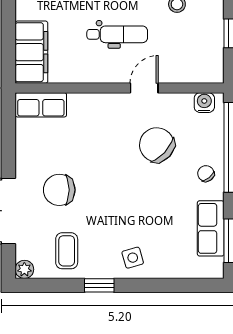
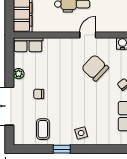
chair: (59, 190) -> (39, 94), width x0.54, depth x0.54
plant: (24, 269) -> (19, 74), moved

